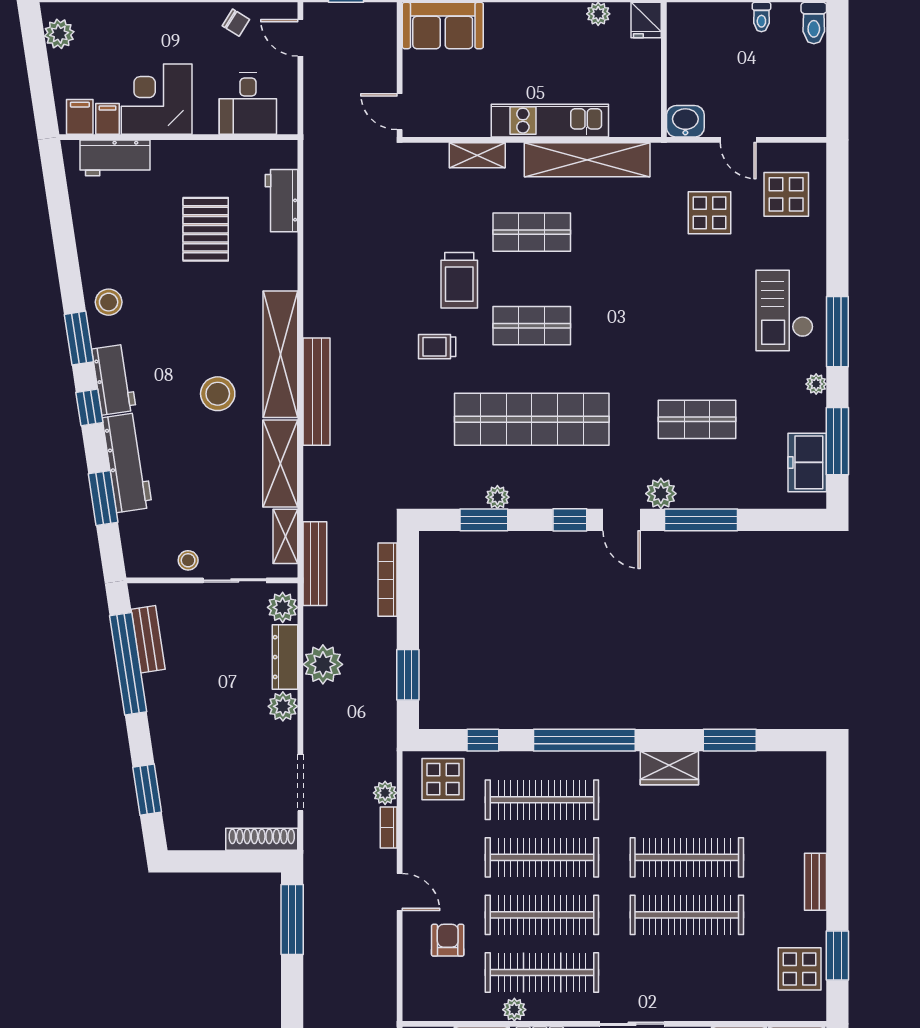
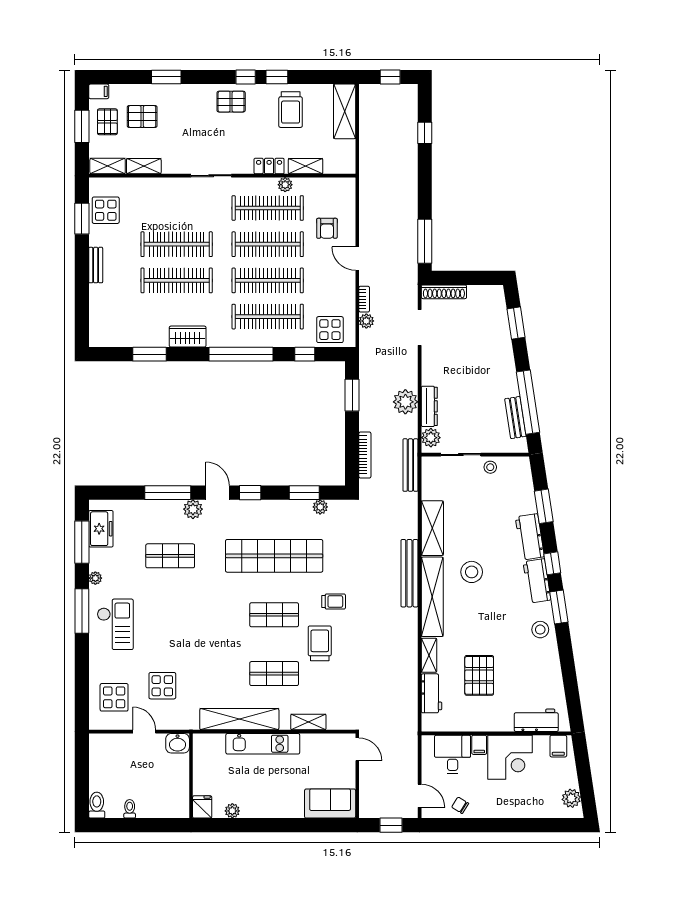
filing cabinet: (108, 119) -> (479, 745), moved
workbench: (127, 463) -> (530, 537), width x0.73
plant: (497, 497) -> (320, 507), moved
shelving: (285, 536) -> (429, 655), moved
plant: (283, 706) -> (431, 375), removed

